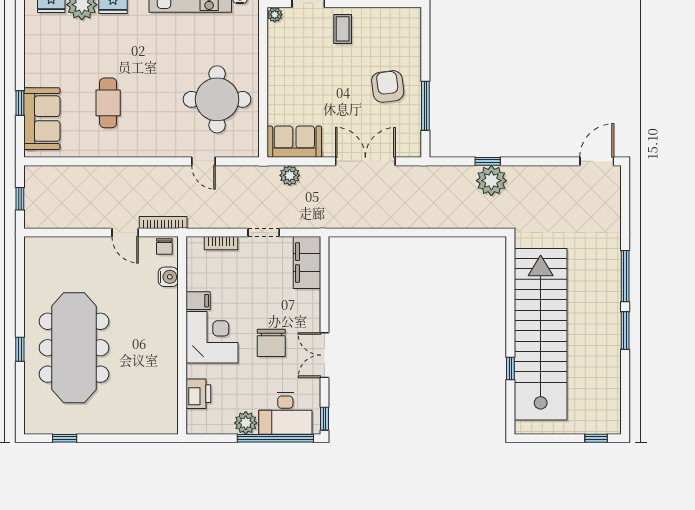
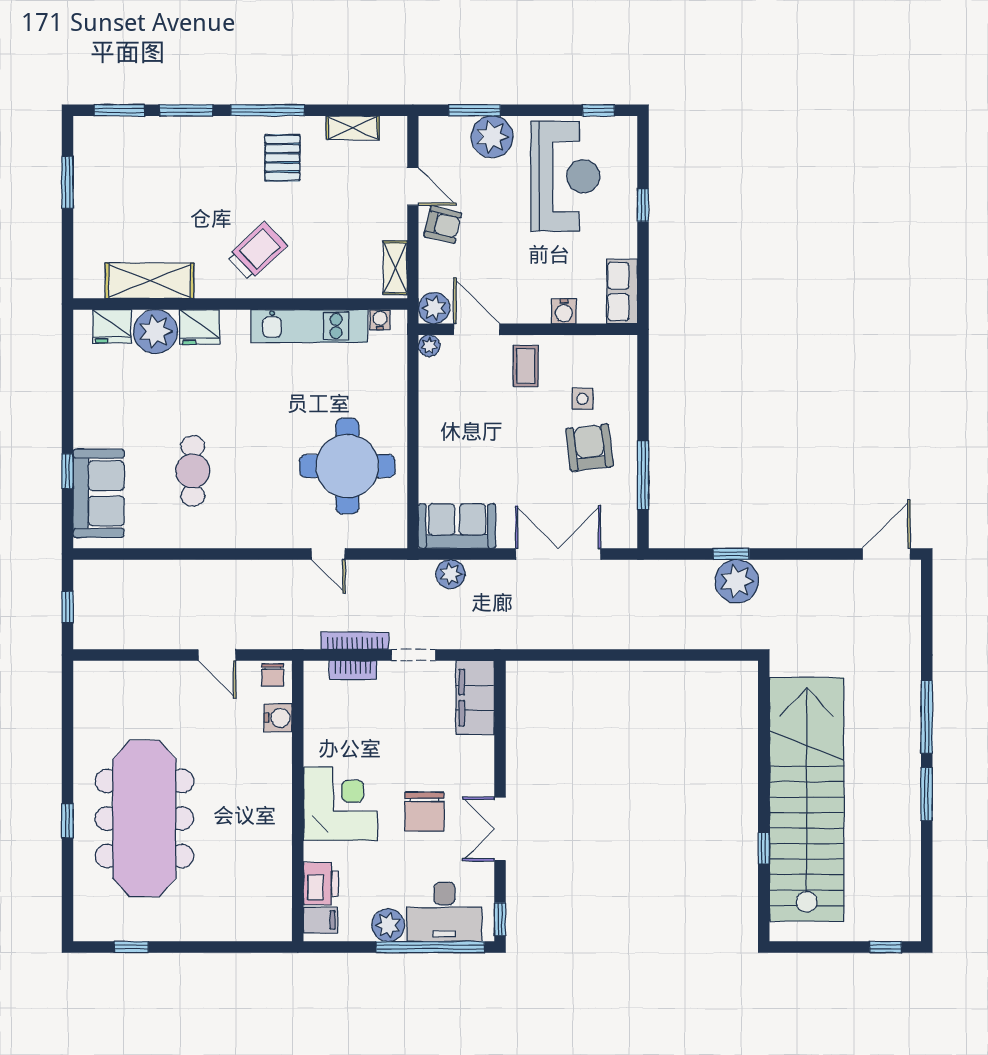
side table: (383, 52) -> (582, 399), added
bookcase: (163, 222) -> (355, 641), moved
filing cabinet: (198, 301) -> (321, 920), moved

